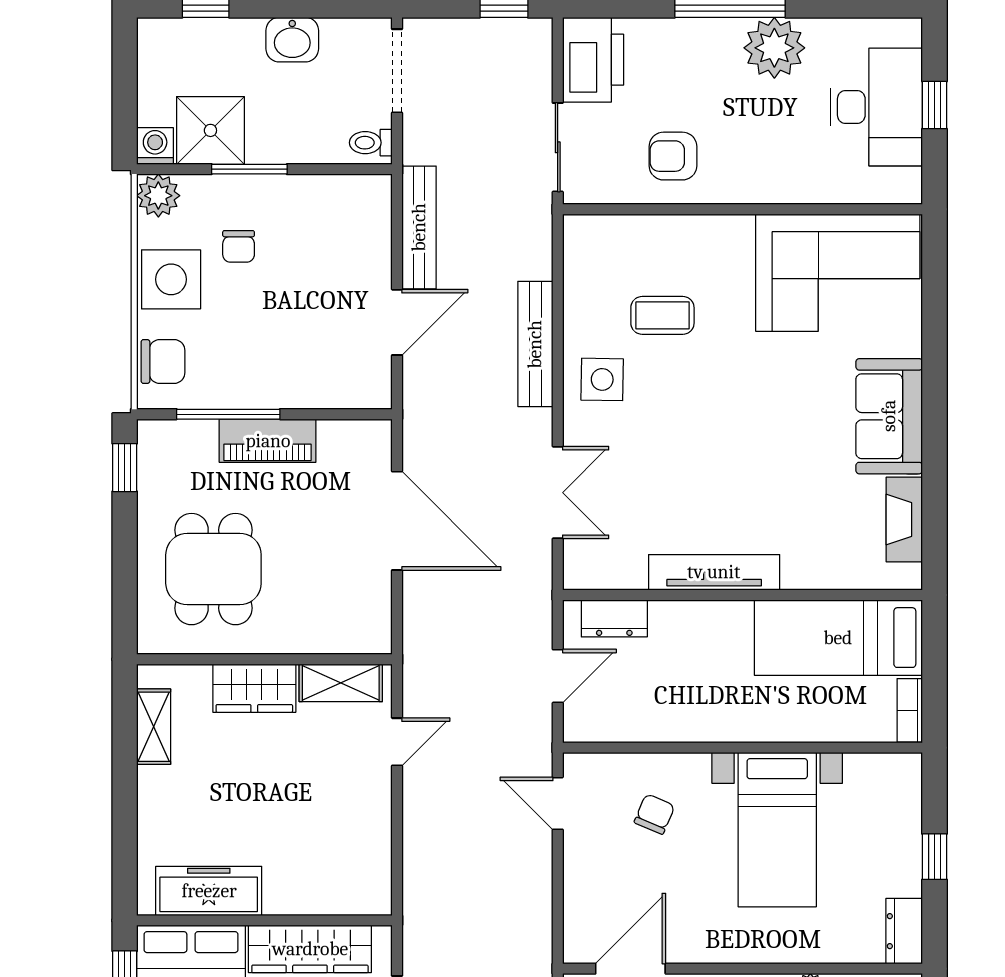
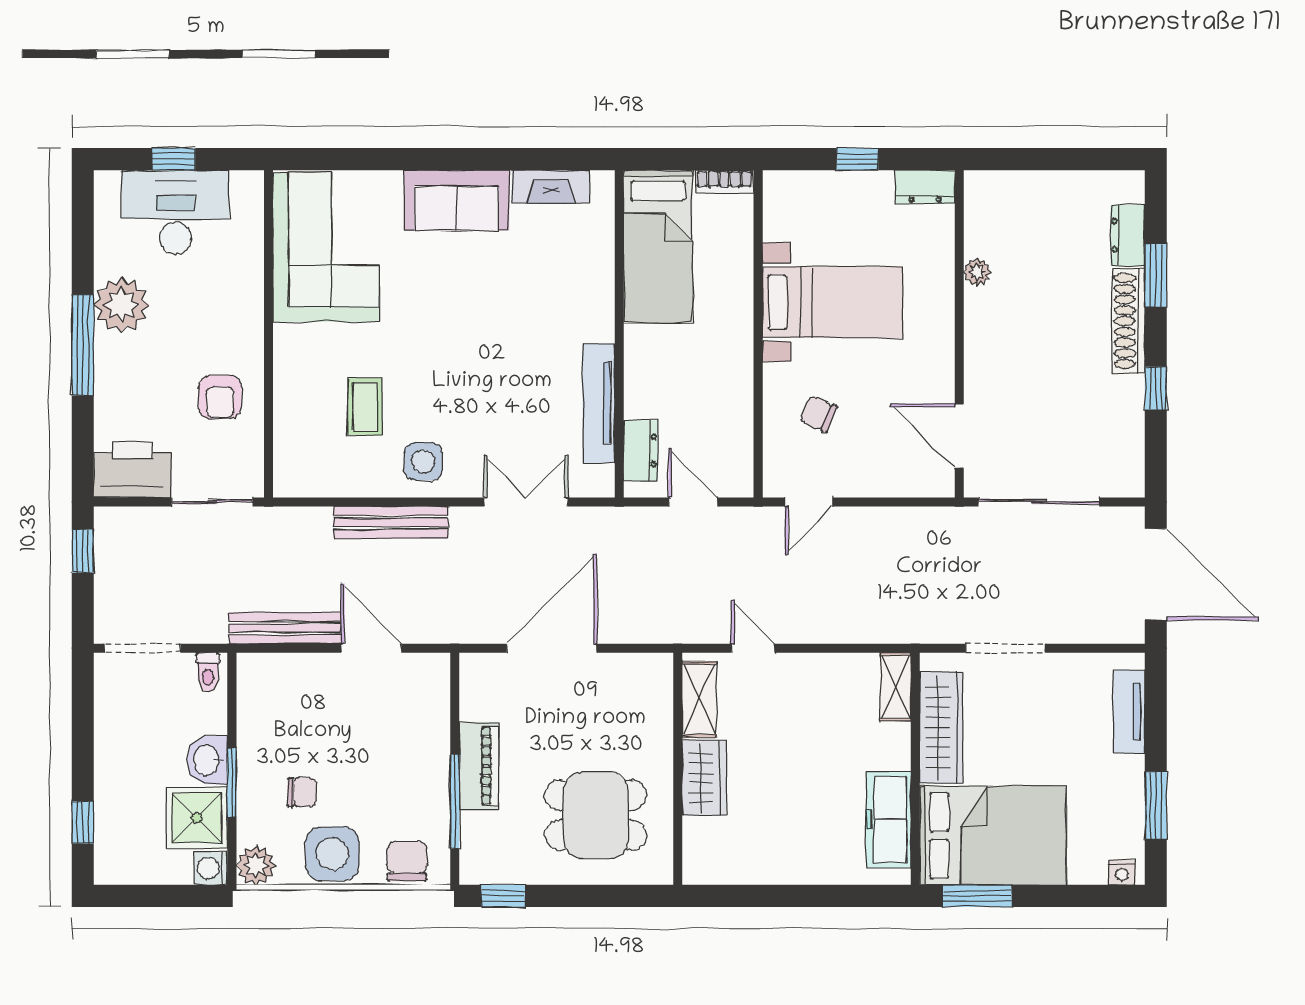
washbasin: (292, 40) -> (207, 760), moved, turned 180
tv unit: (714, 572) -> (599, 403), moved
shelving: (154, 727) -> (895, 687), moved, turned 90

